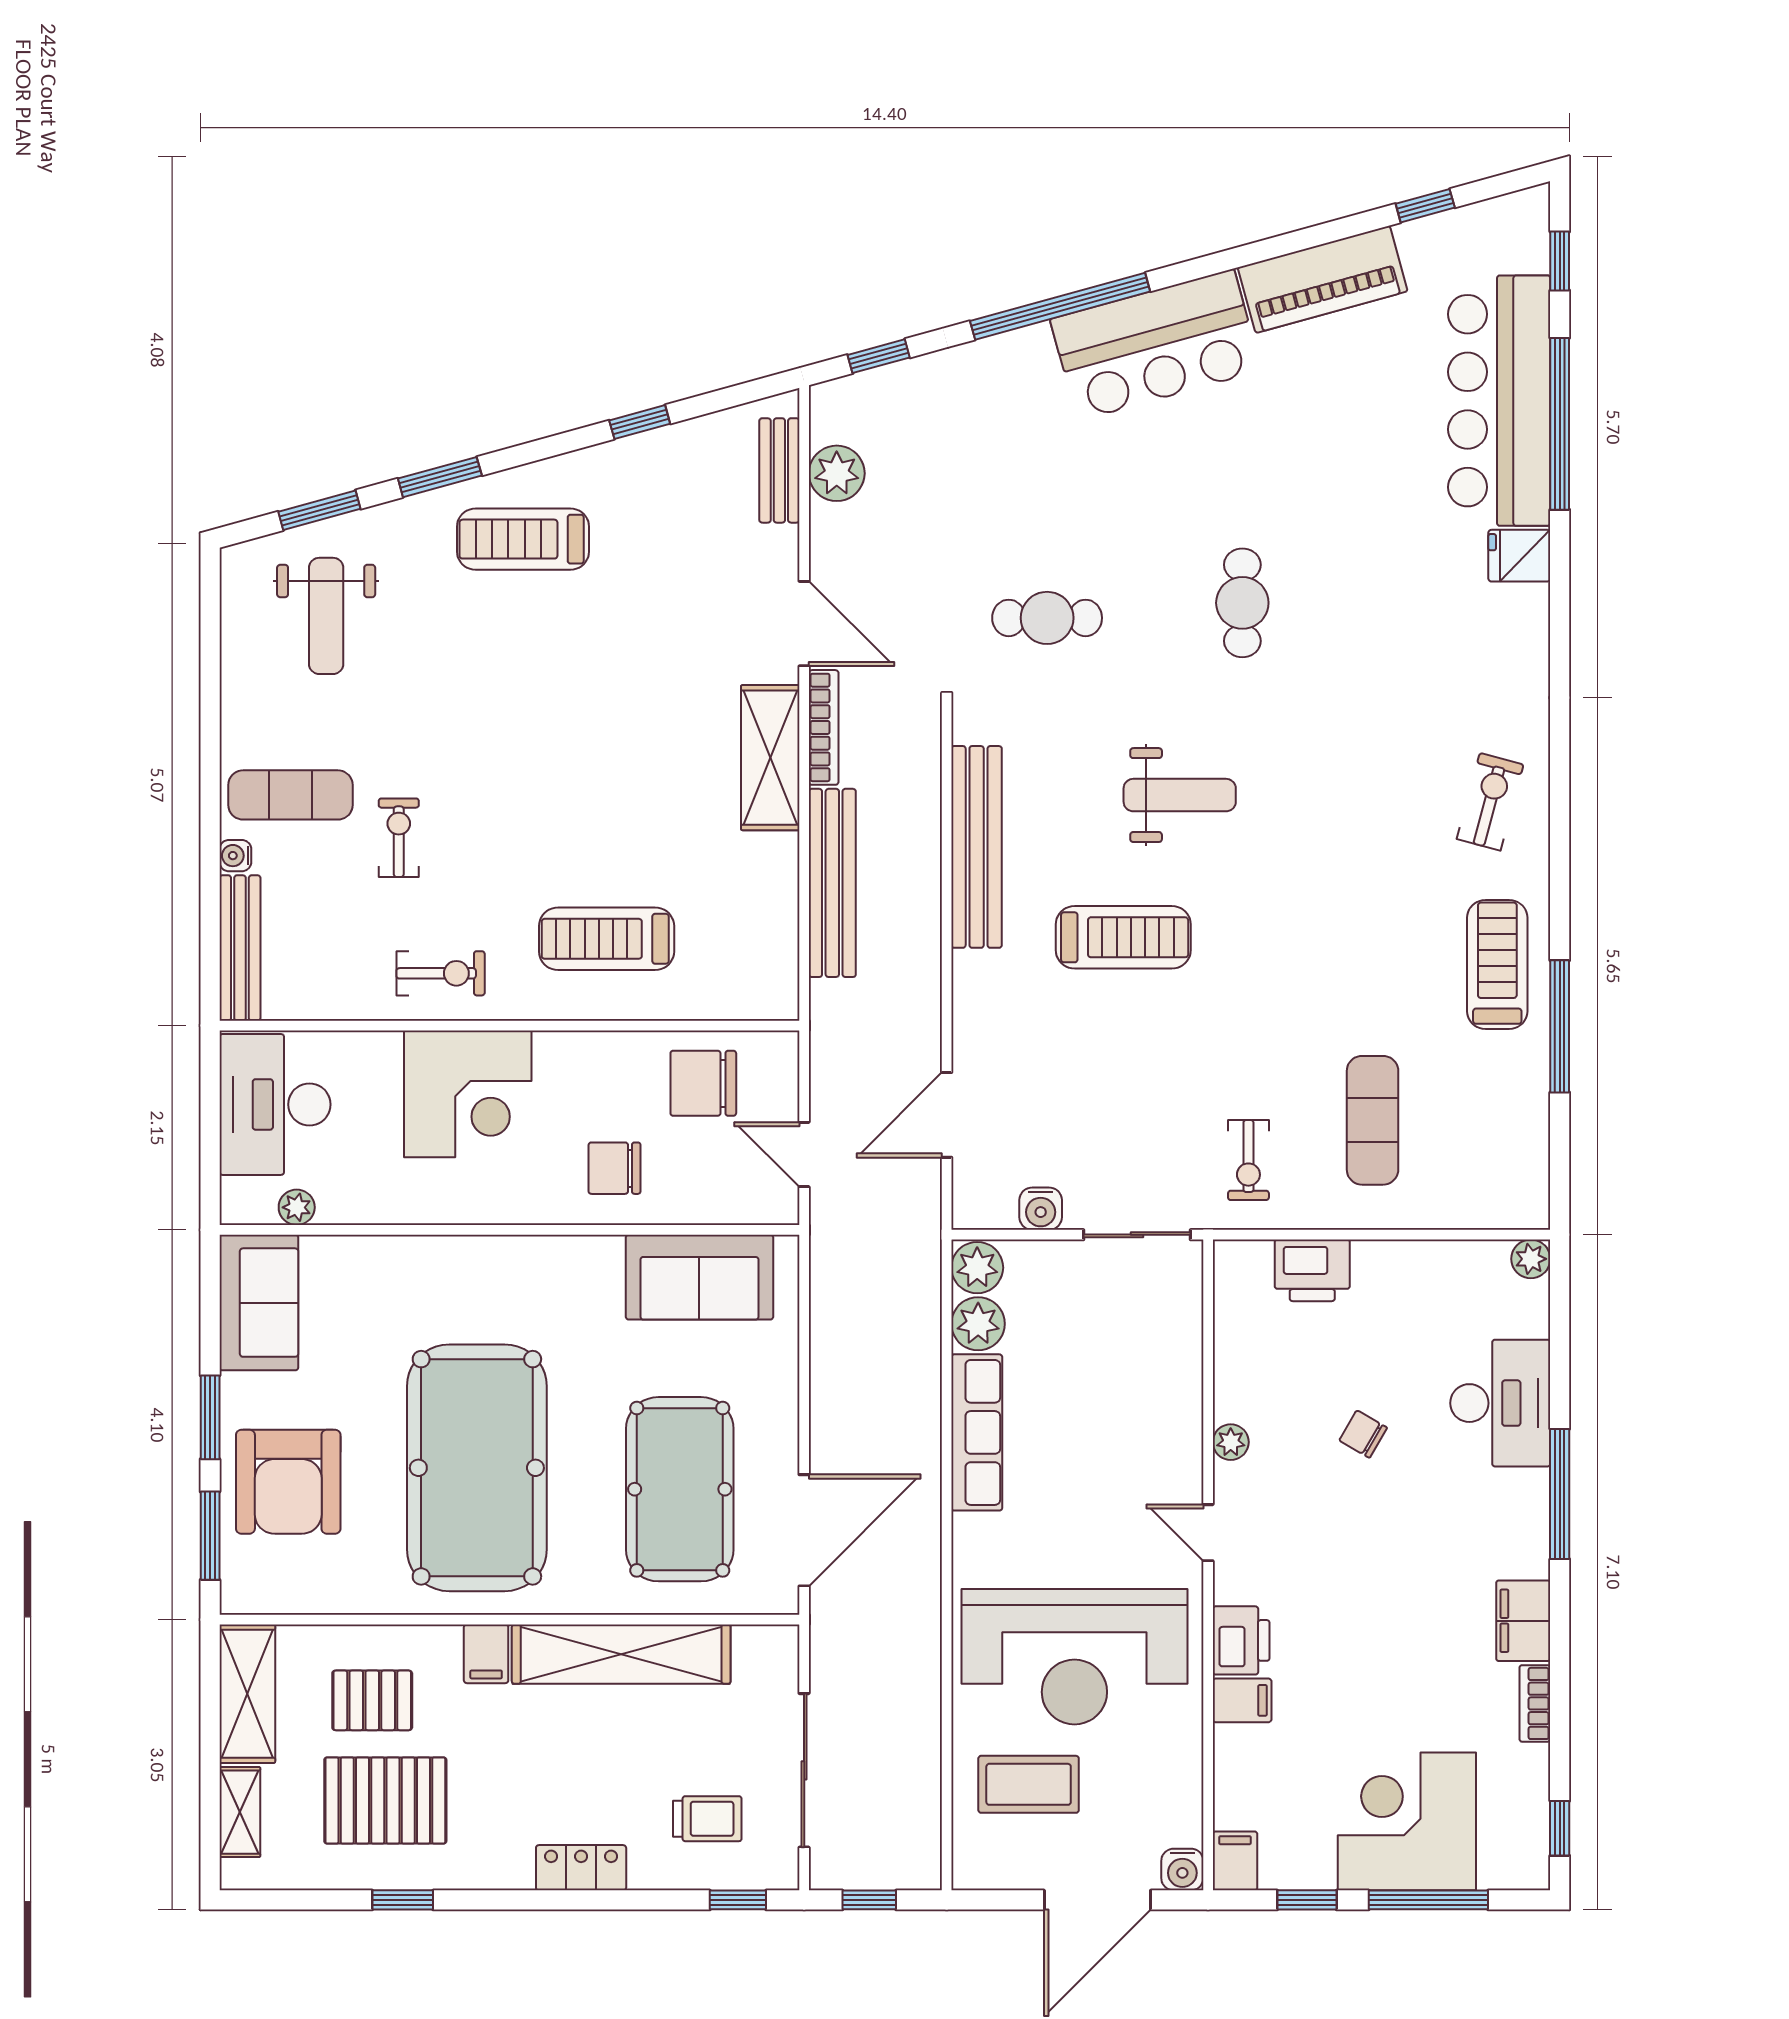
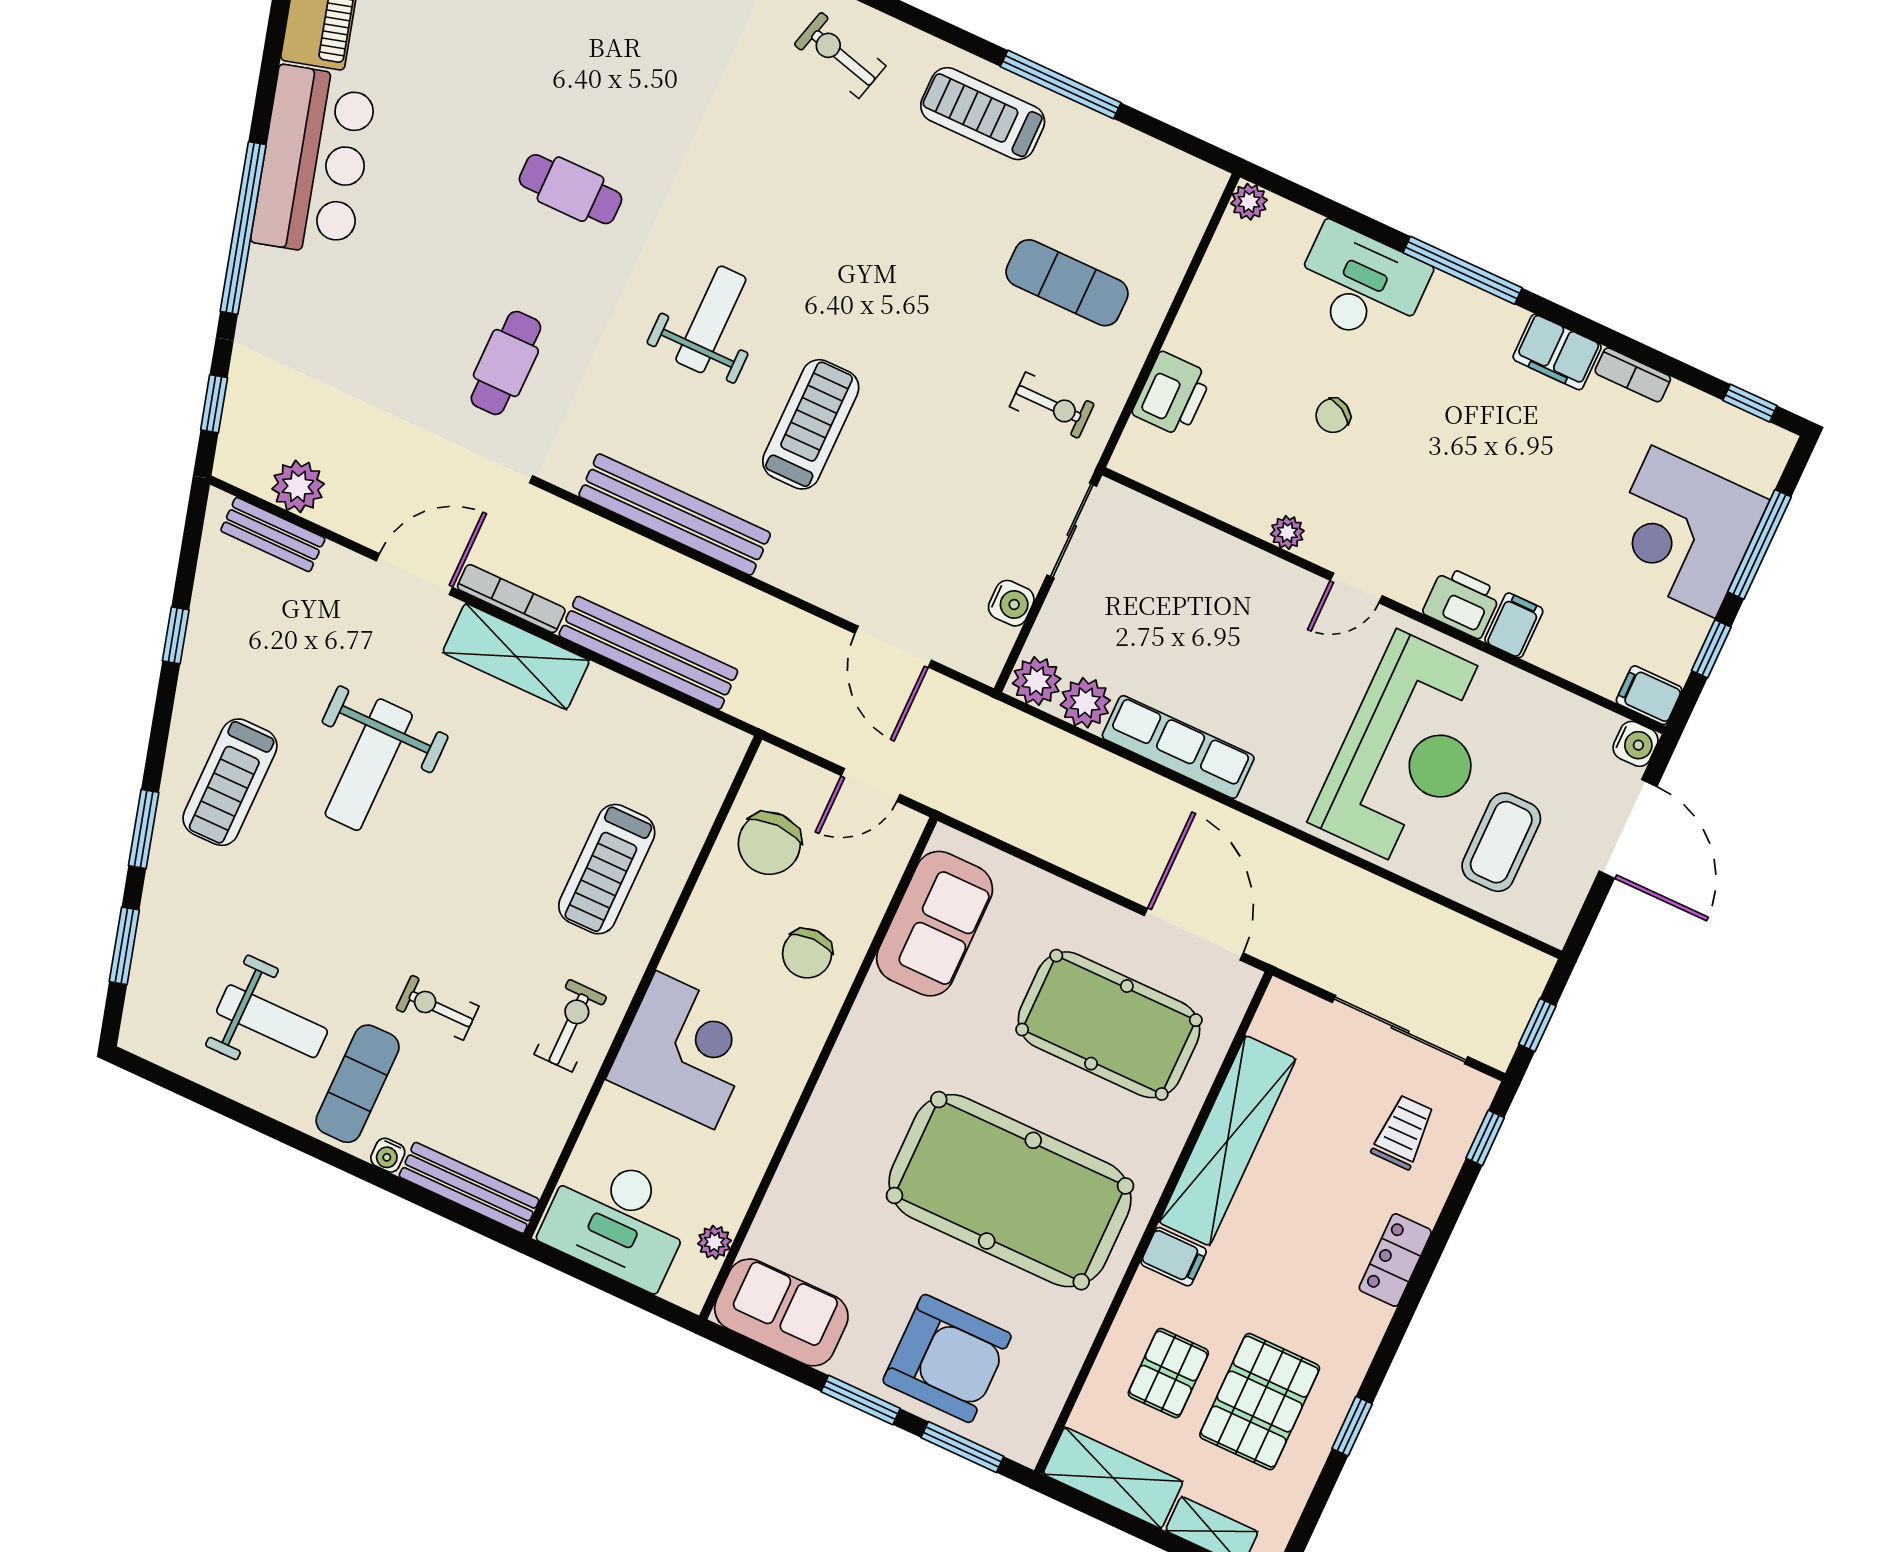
weight bench: (326, 616) -> (272, 1021), moved
weight bench: (601, 664) -> (369, 765), added

